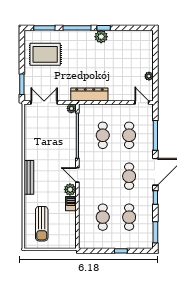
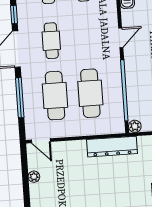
cafe table: (103, 135) -> (90, 93), width x1.37, depth x1.35
cafe table: (129, 135) -> (55, 96), width x1.37, depth x1.35
door: (77, 175) -> (121, 38), hinge flipped
plant: (70, 189) -> (129, 17), removed

